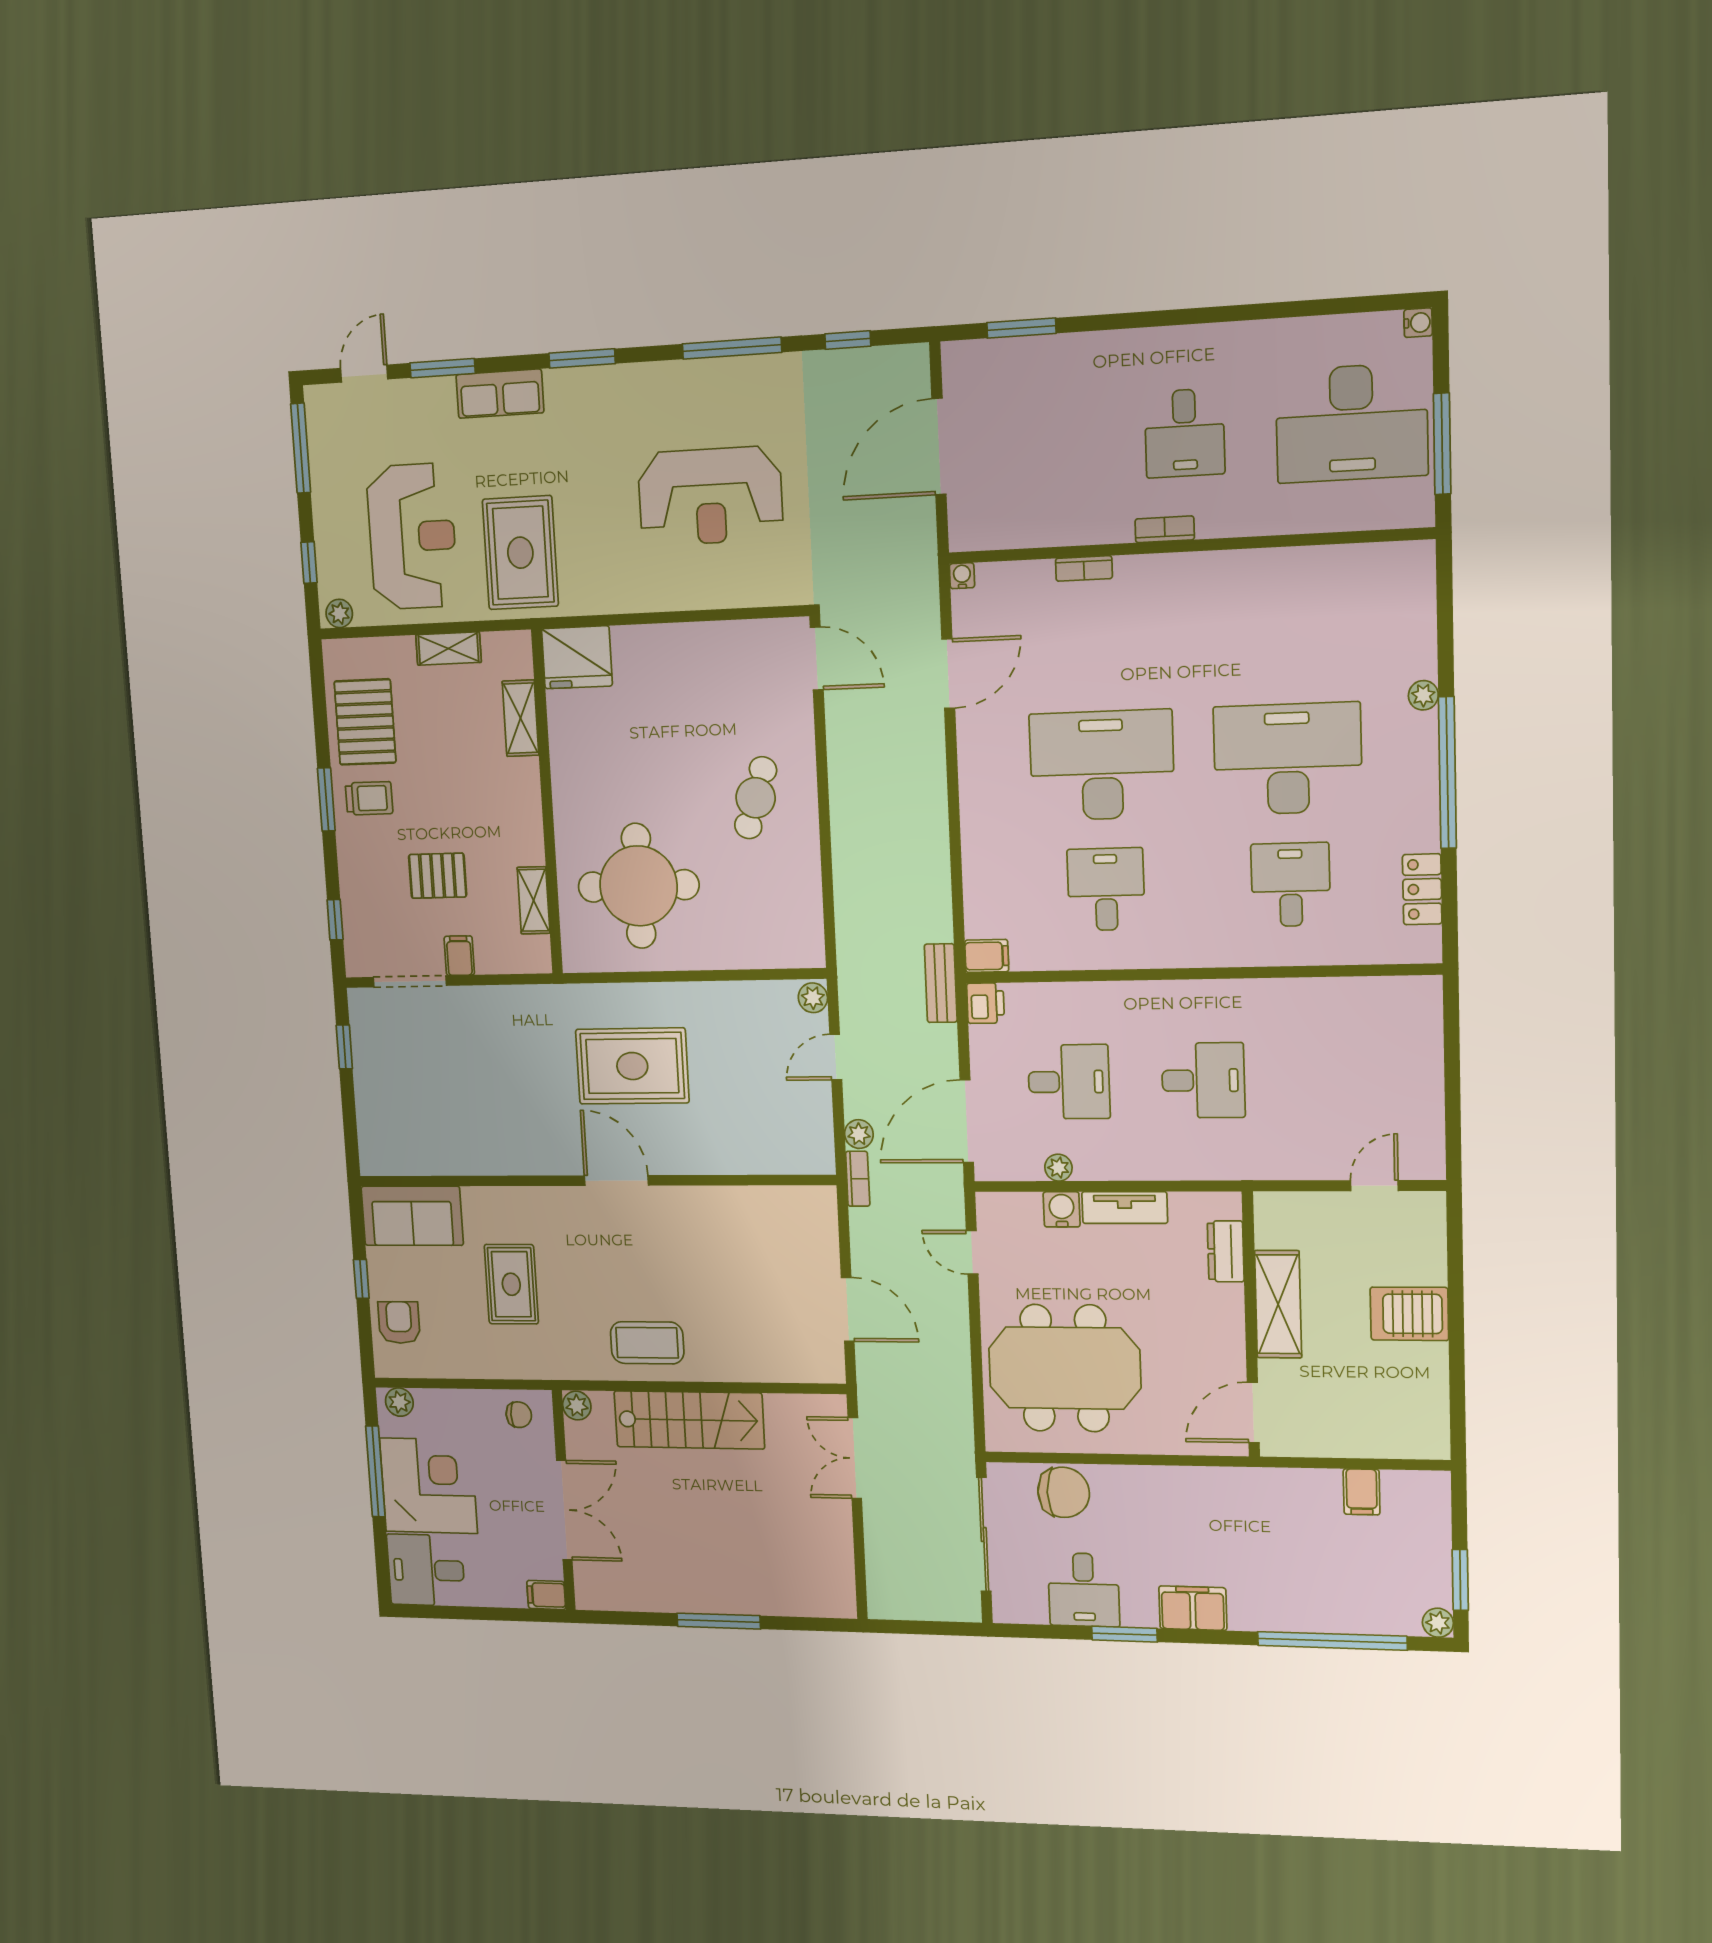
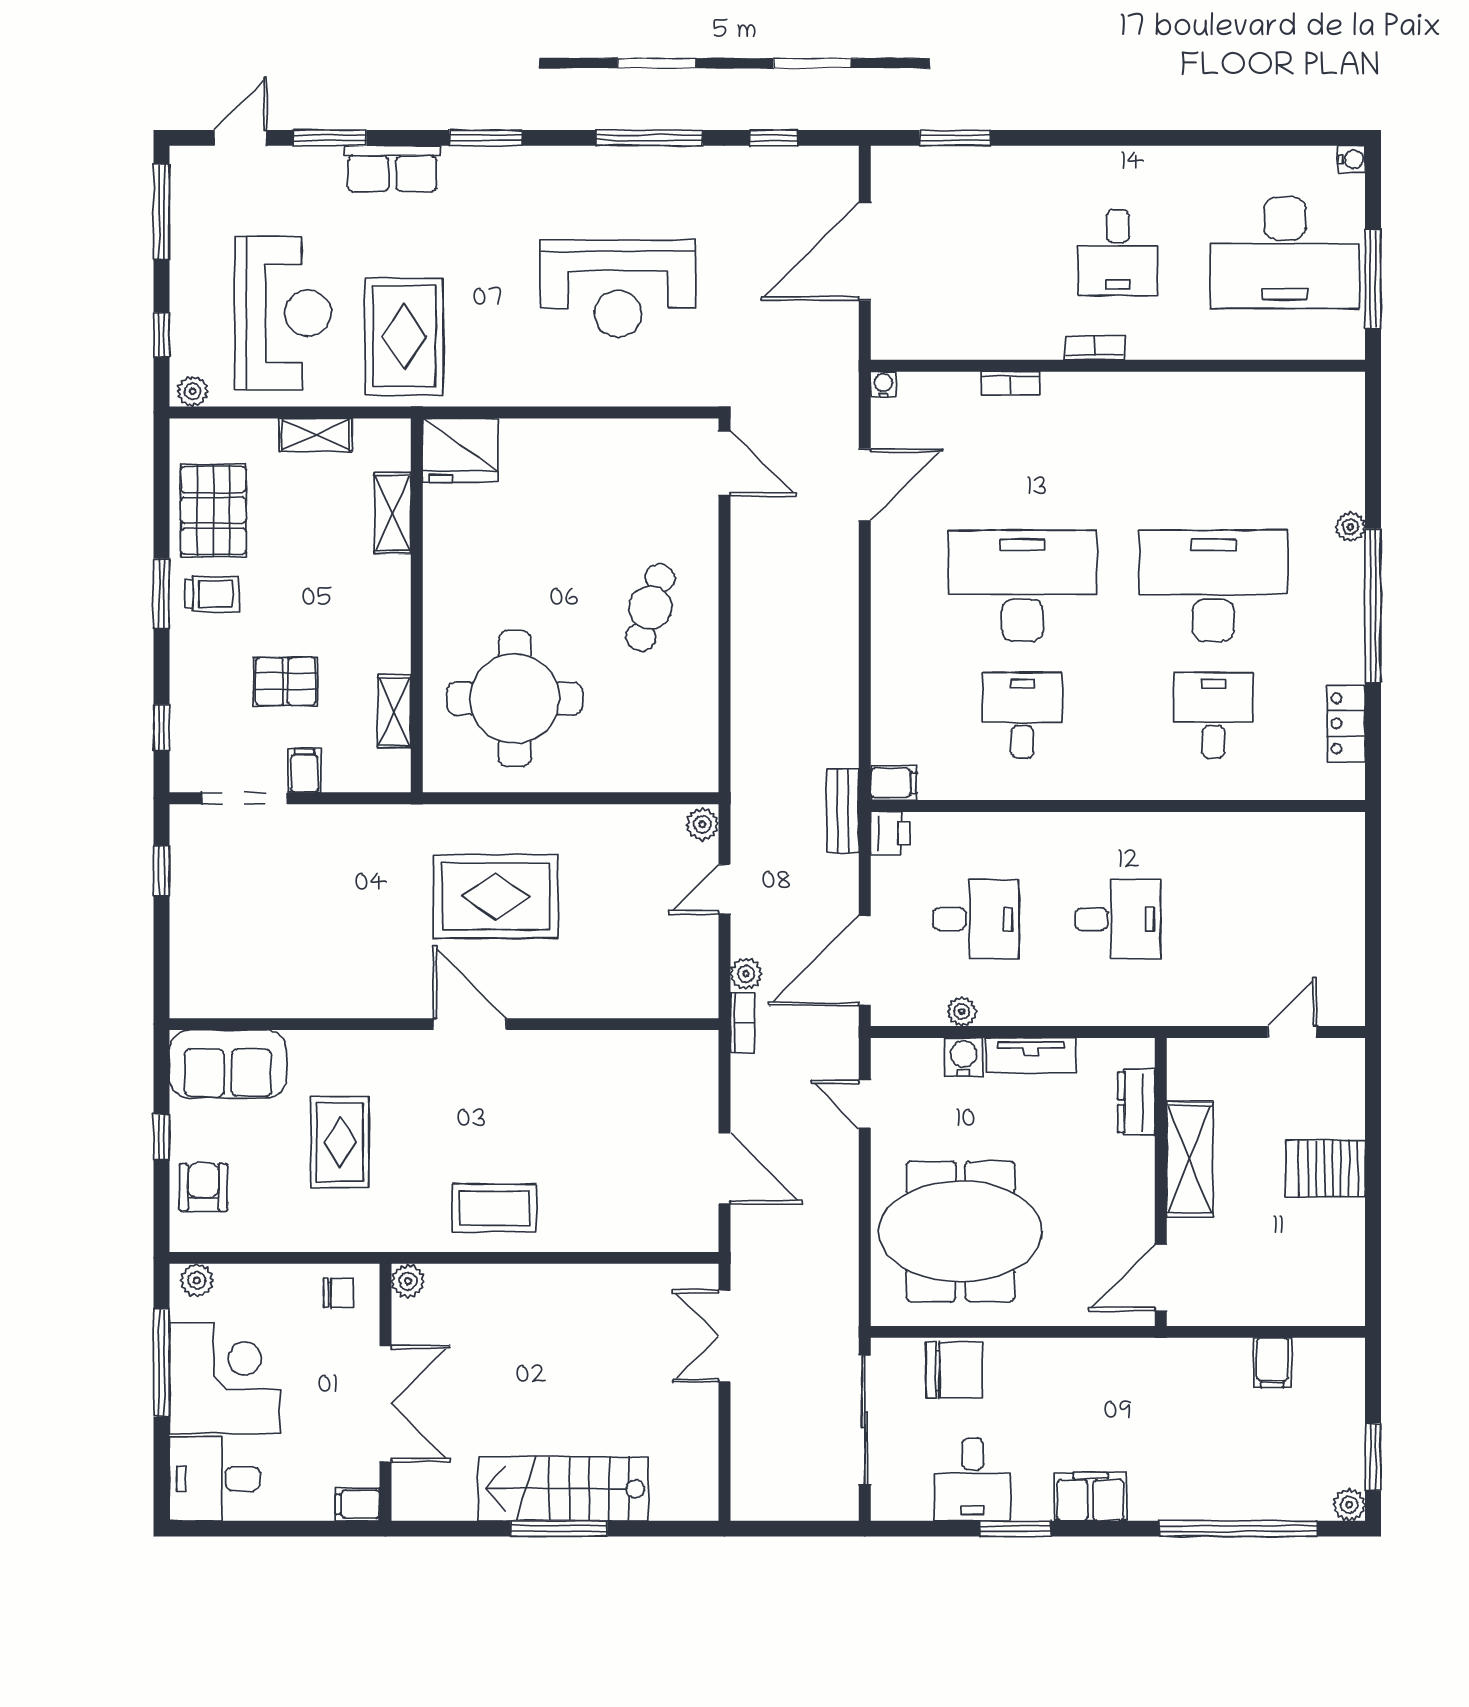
stairs: (689, 1420) -> (564, 1489), moved, turned 180

